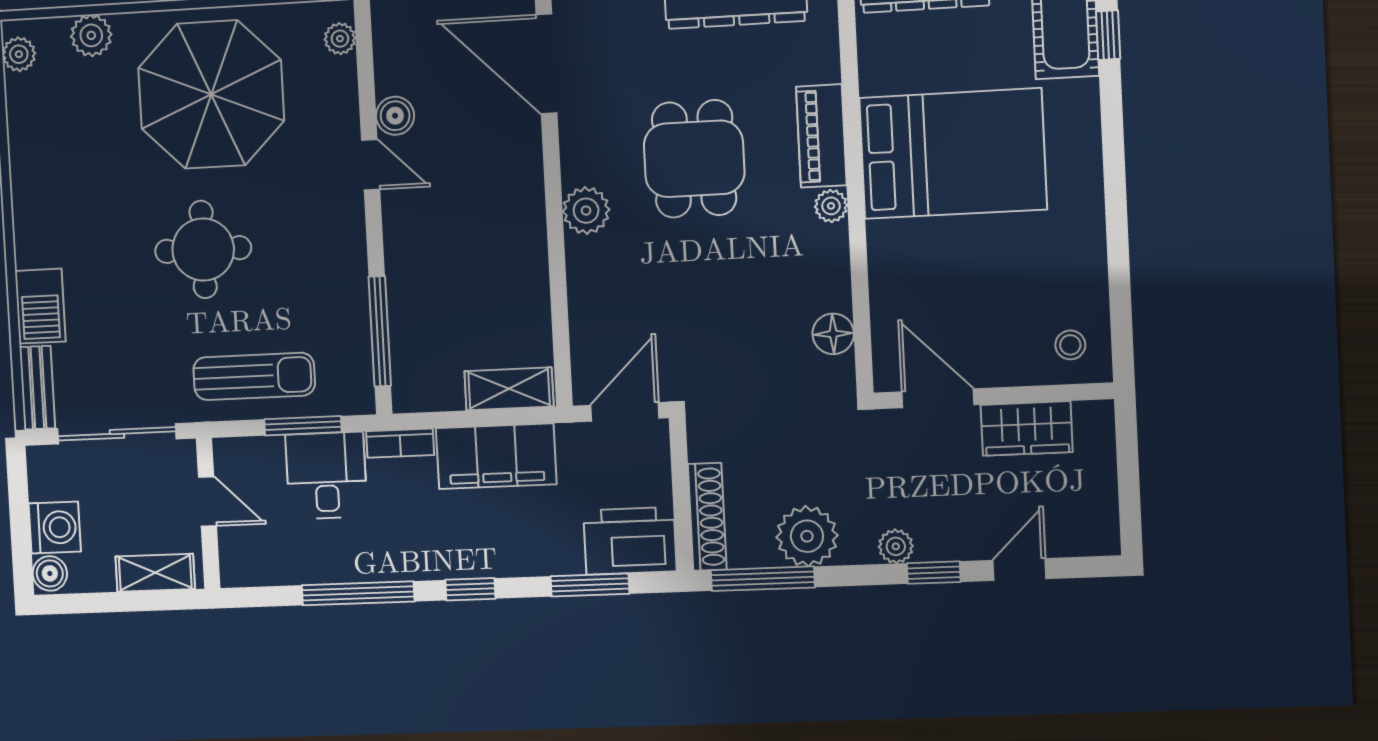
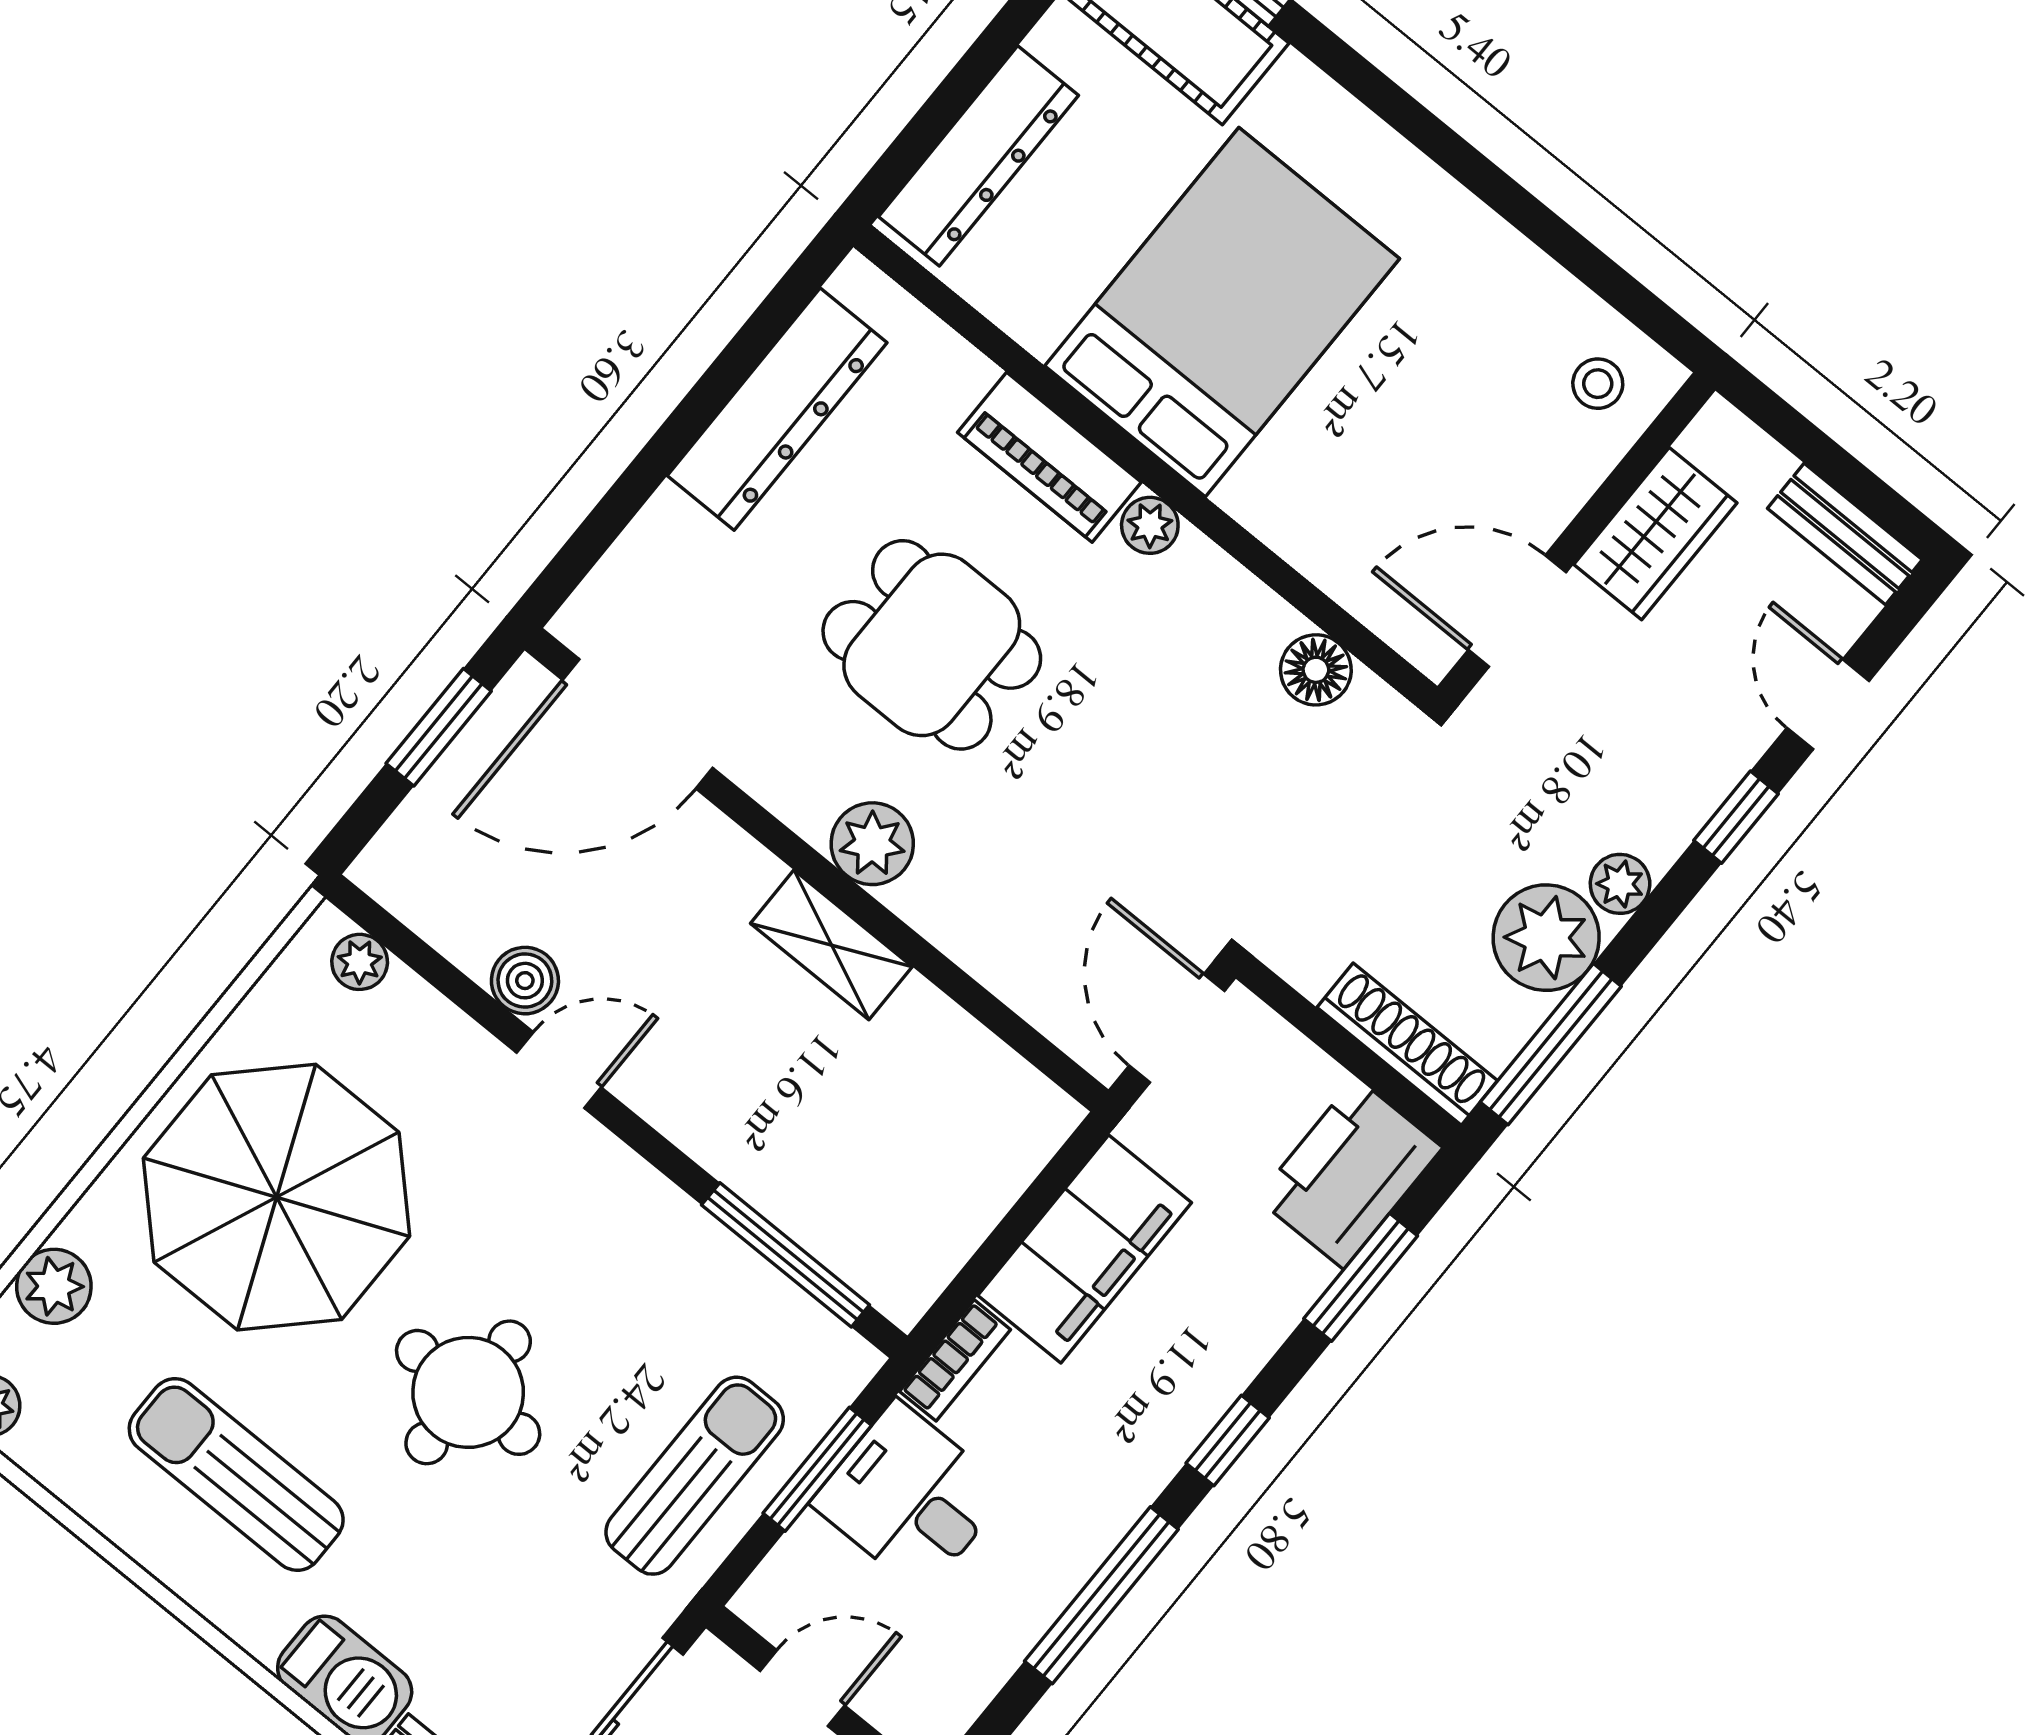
sun lounger: (83, 183) -> (236, 1474), added
shelving: (509, 389) -> (831, 945), moved, turned 90
bench: (1102, 511) -> (1845, 534), added
plant: (896, 546) -> (1620, 884), moved

